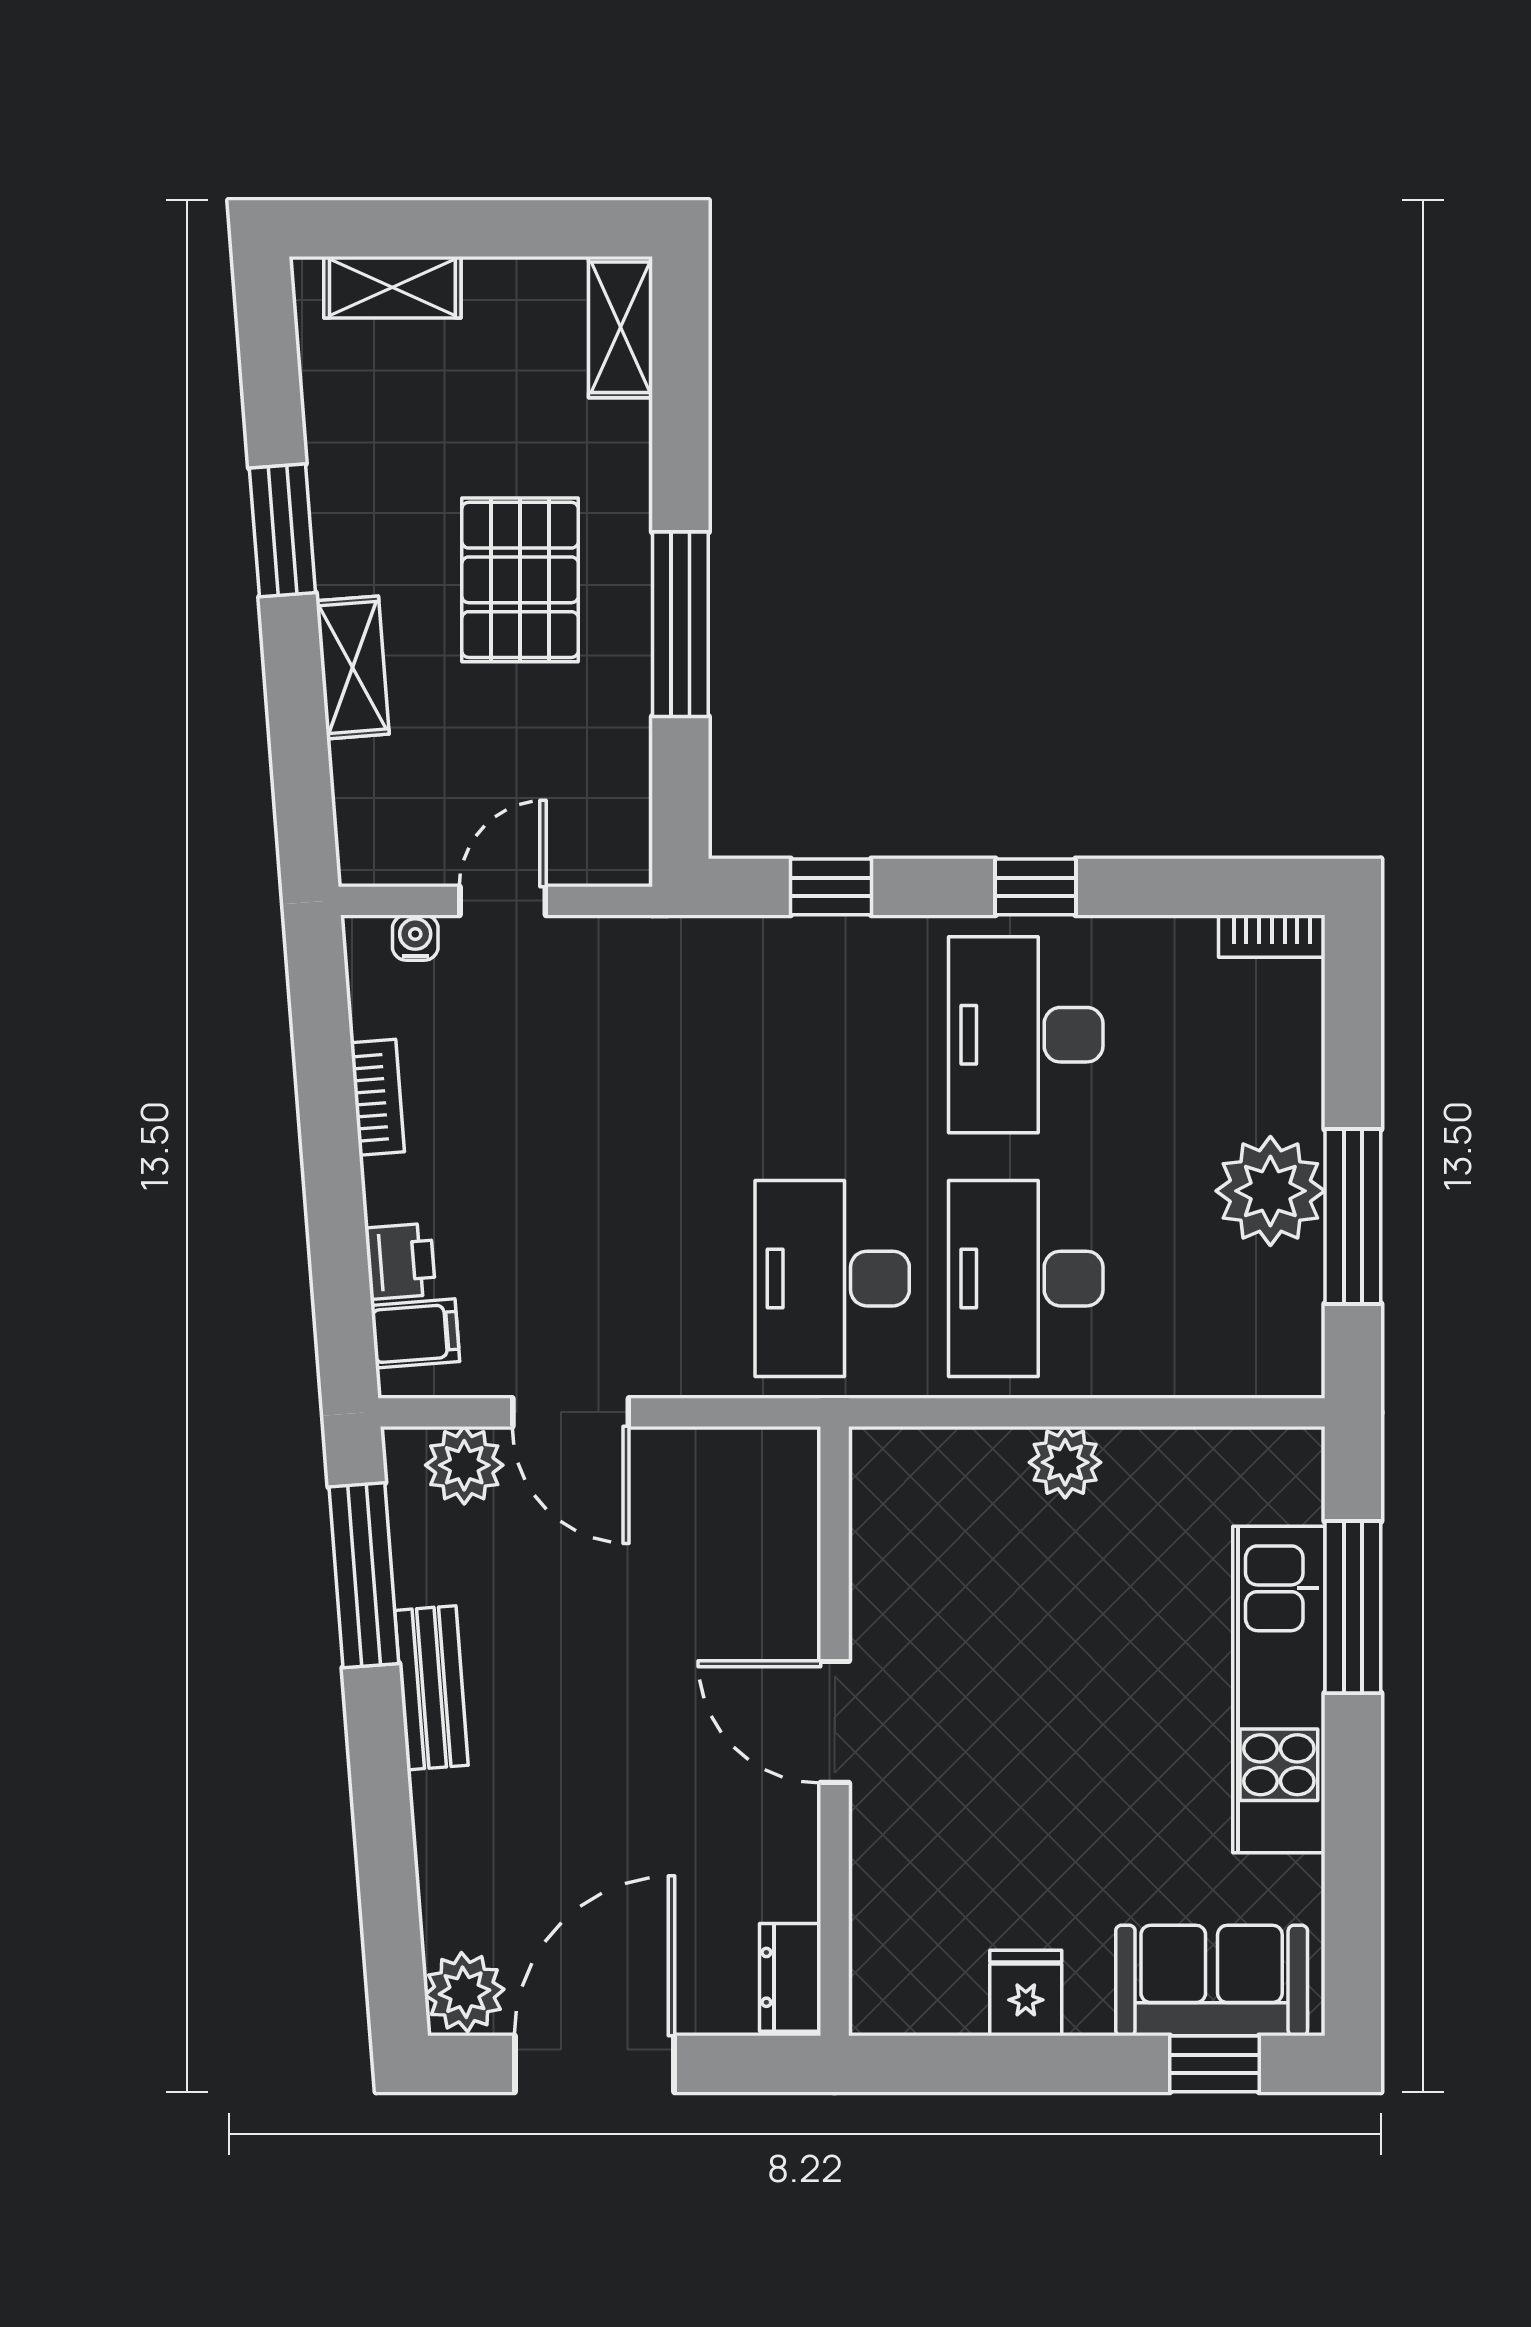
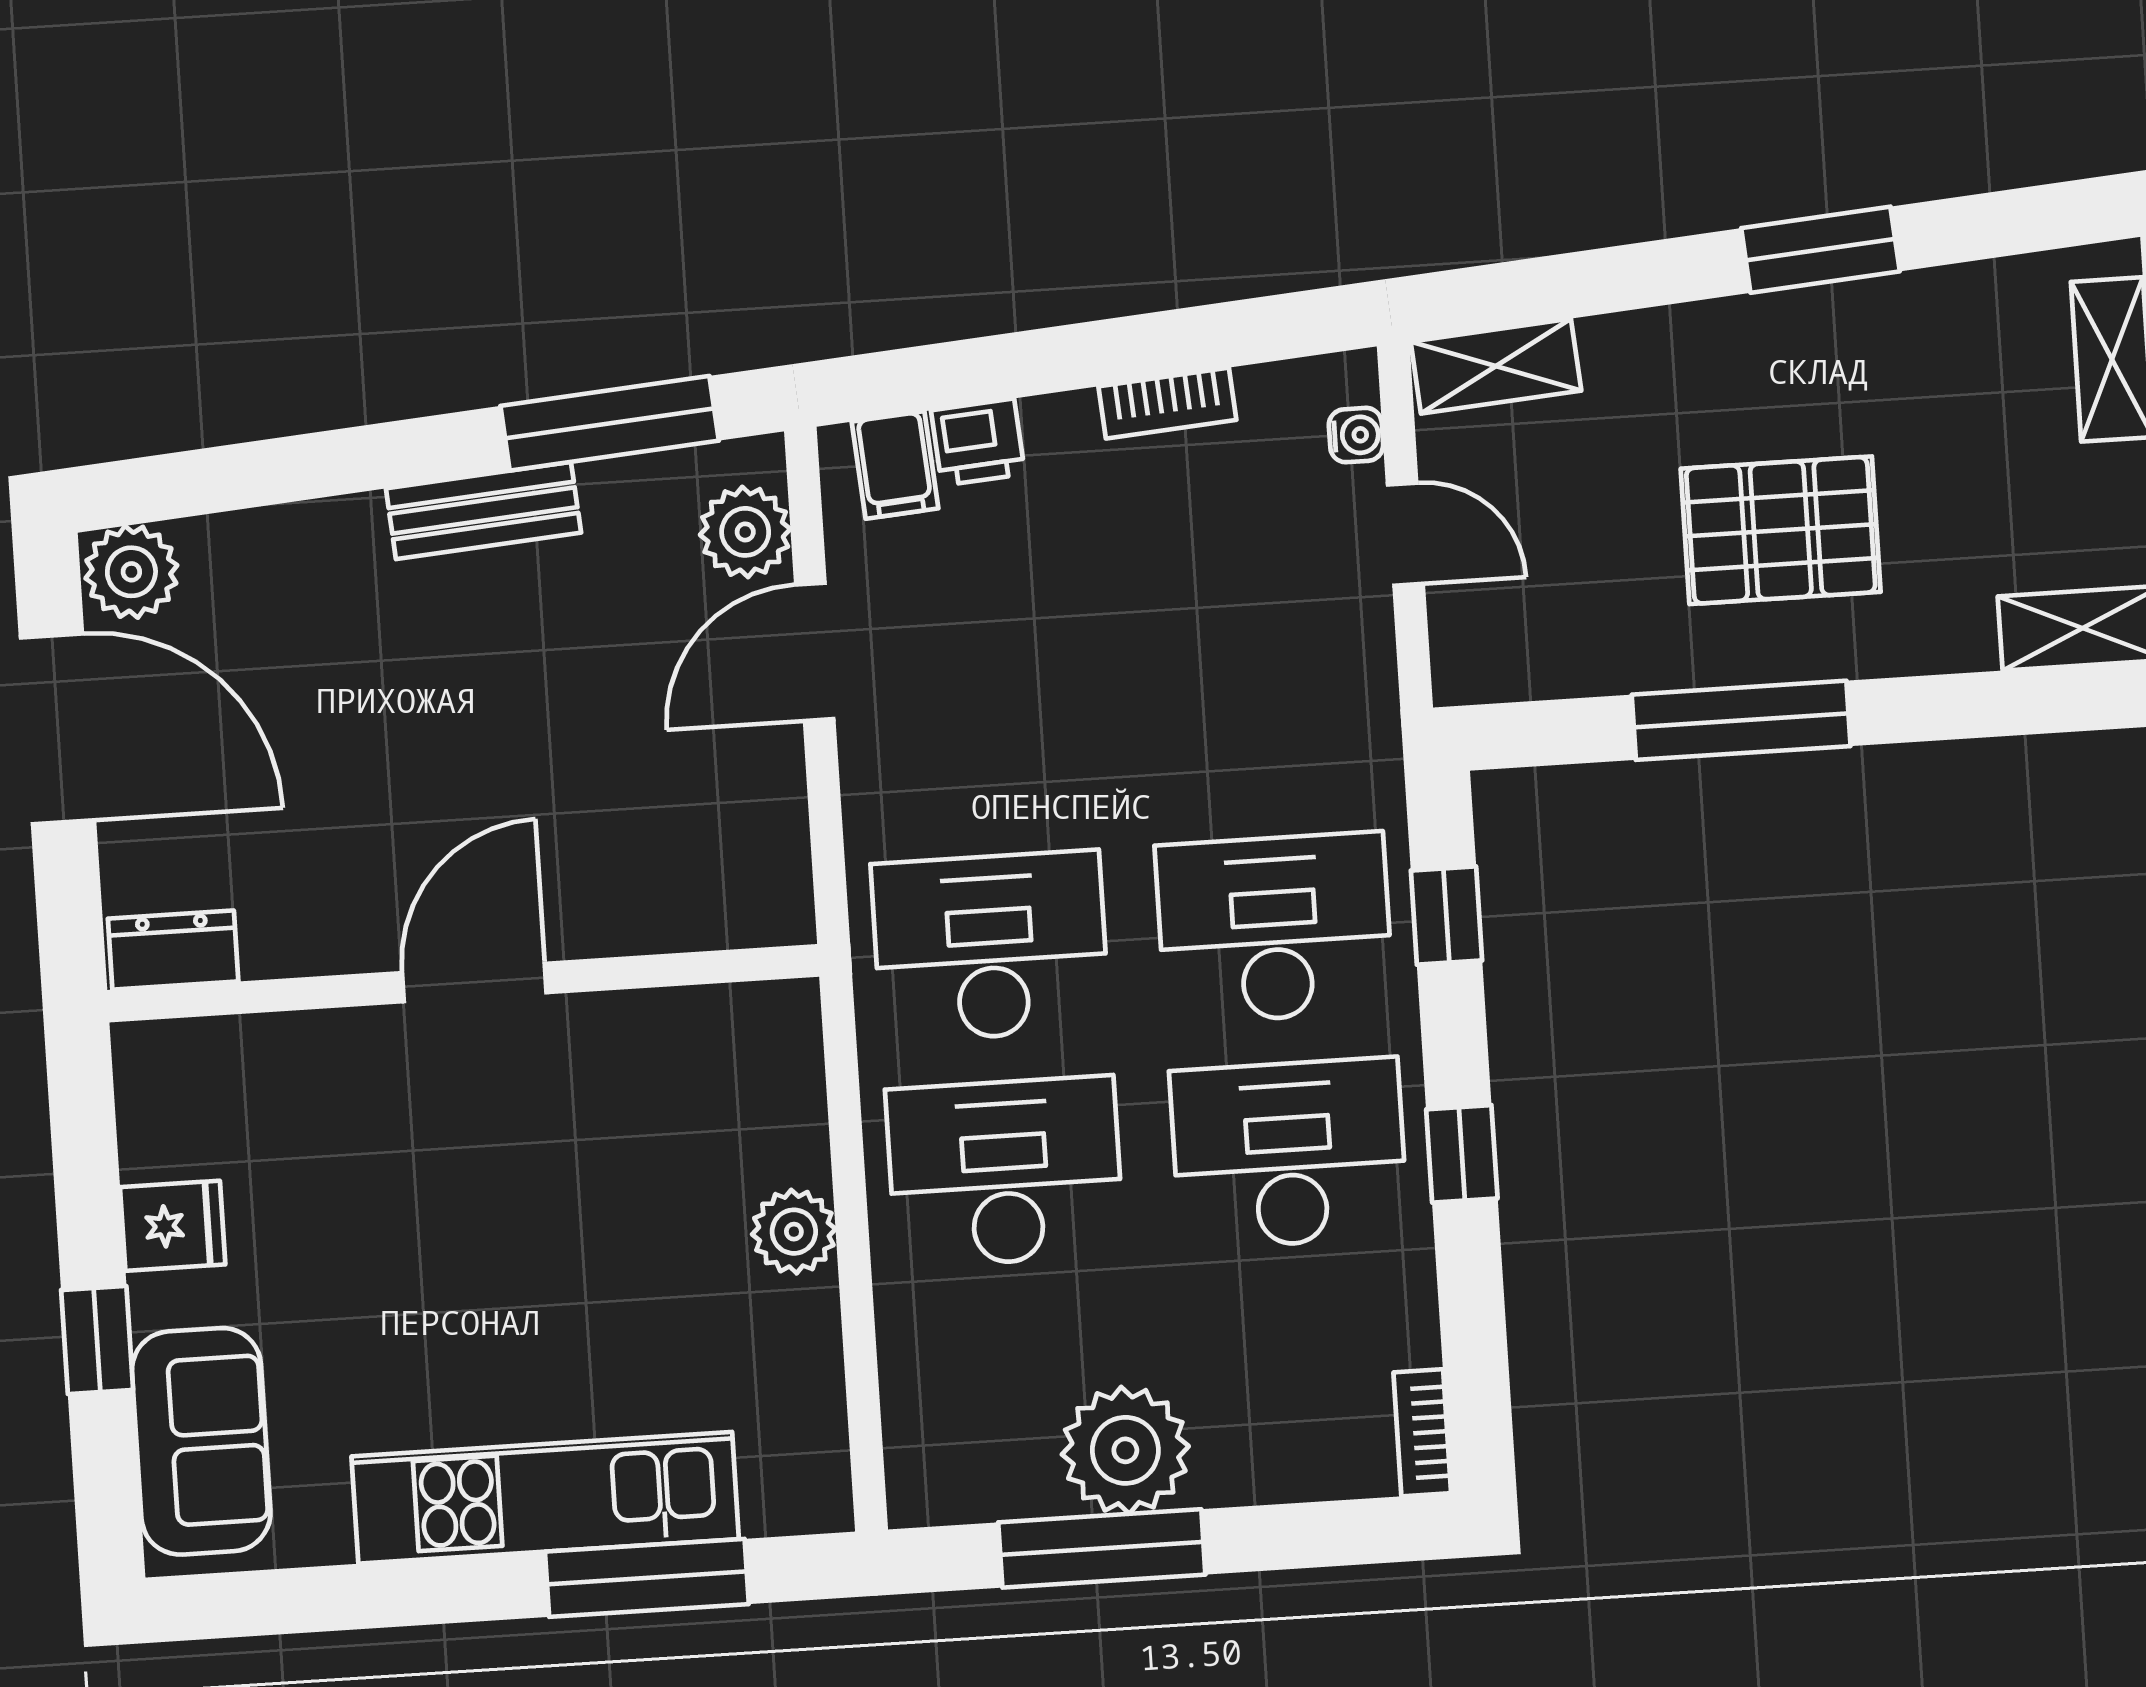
shelving: (353, 667) -> (1496, 366), moved
desk: (832, 1035) -> (1274, 928), added
window: (1214, 2064) -> (97, 1340), moved

